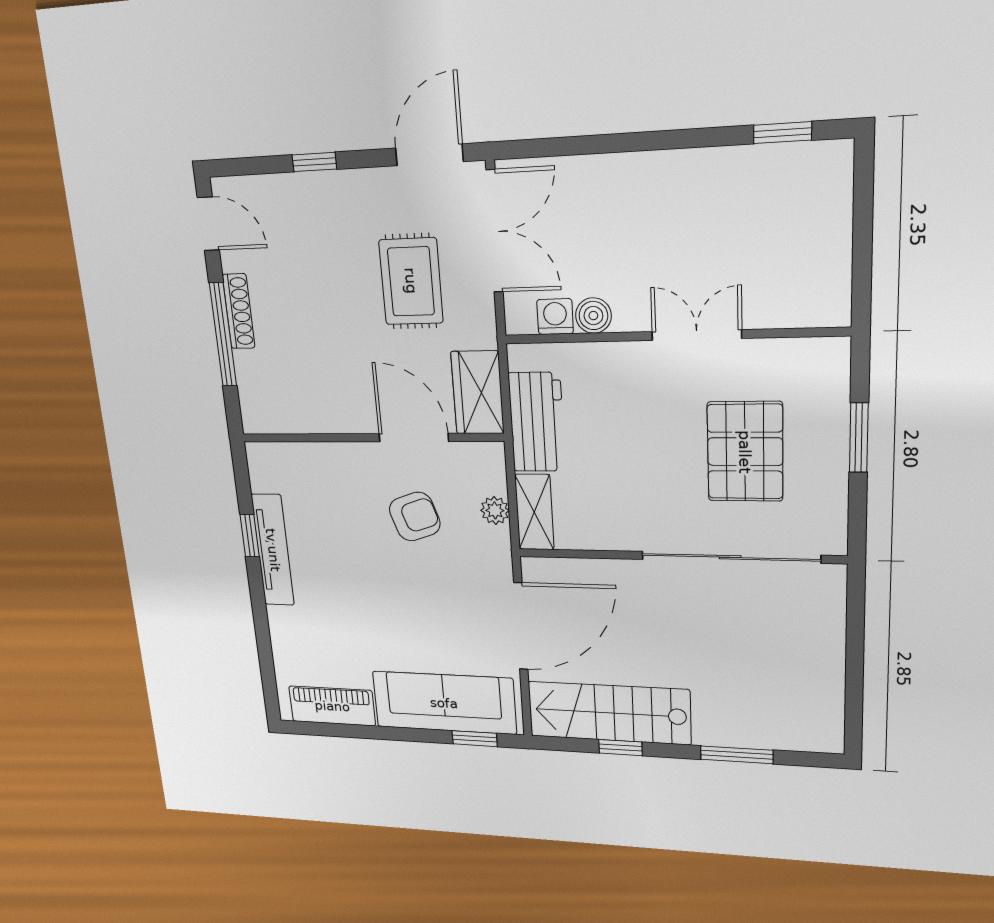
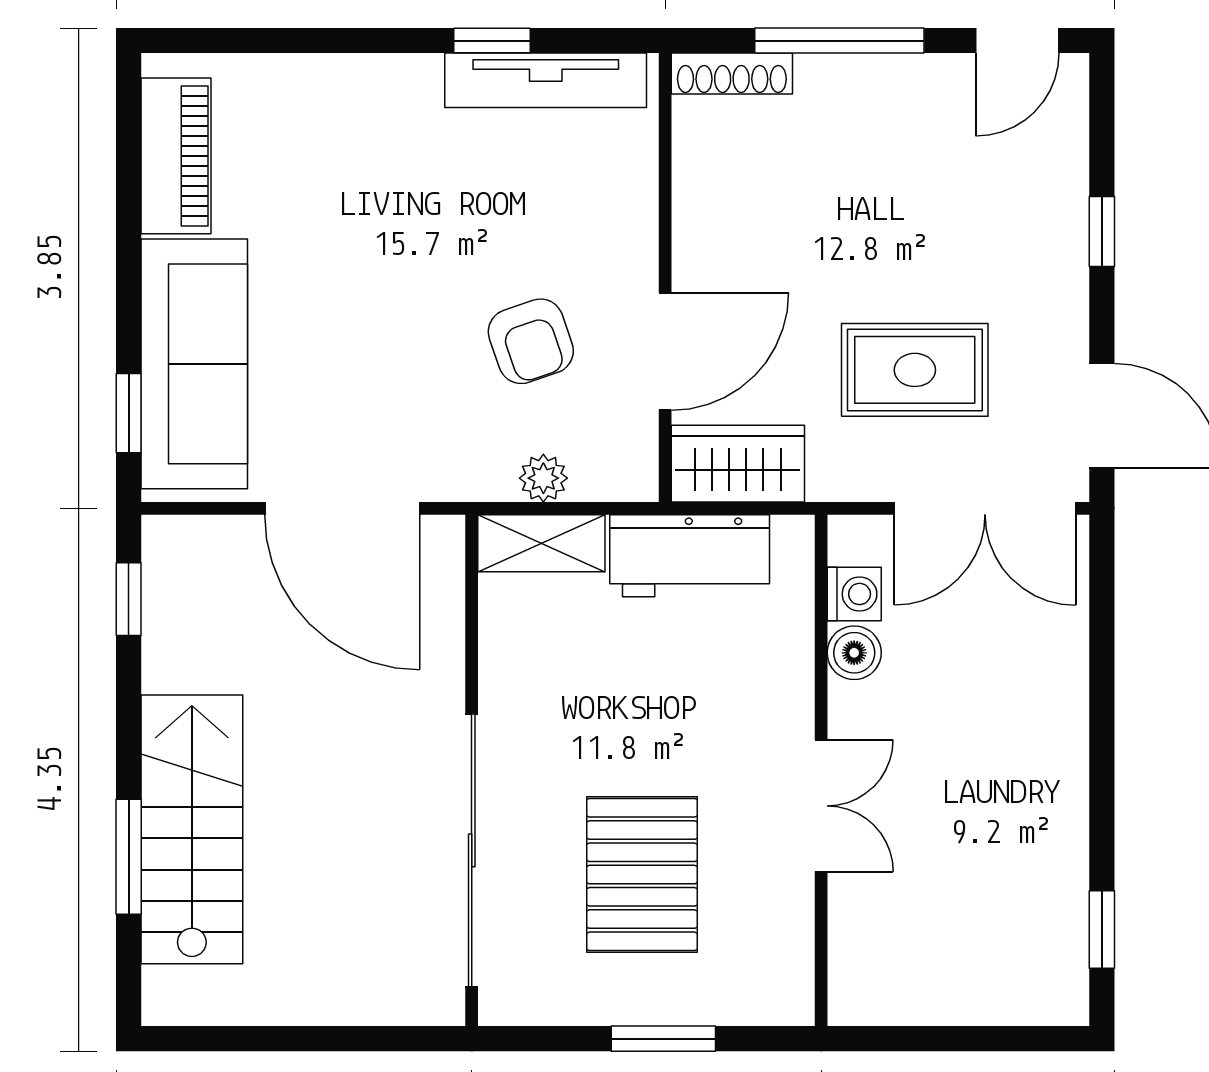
shoe rack: (239, 311) -> (732, 74), moved
pallet: (745, 452) -> (642, 875), turned 90
tv unit: (273, 550) -> (546, 80), moved
stairs: (609, 713) -> (192, 829), moved
window: (620, 748) -> (129, 599), moved

